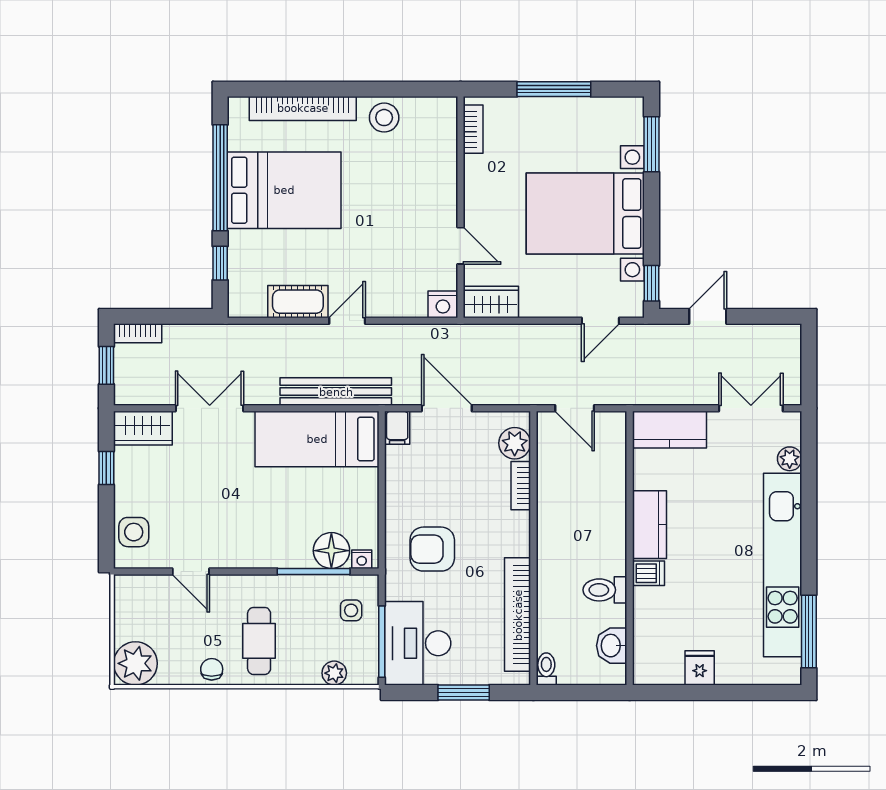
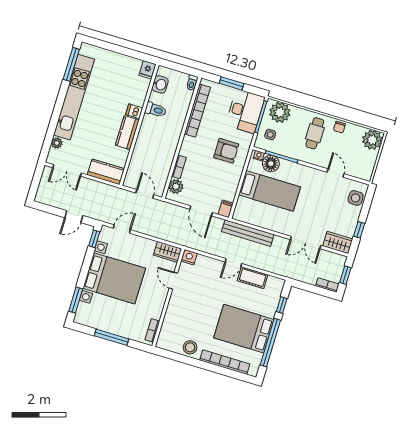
bed: (317, 439) -> (270, 191), moved
fridge: (700, 668) -> (147, 70), moved
plant: (334, 673) -> (280, 112), width x1.88, depth x1.88

